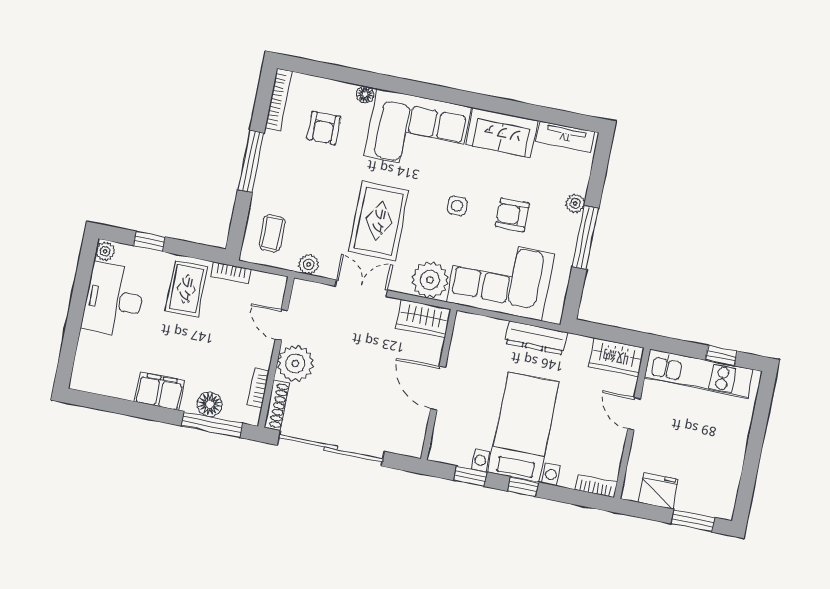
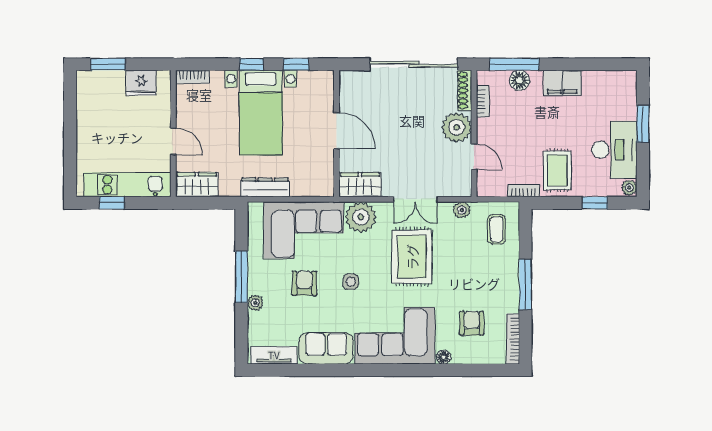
armchair: (512, 215) -> (304, 283), turned -90
window: (74, 323) -> (643, 124), added

